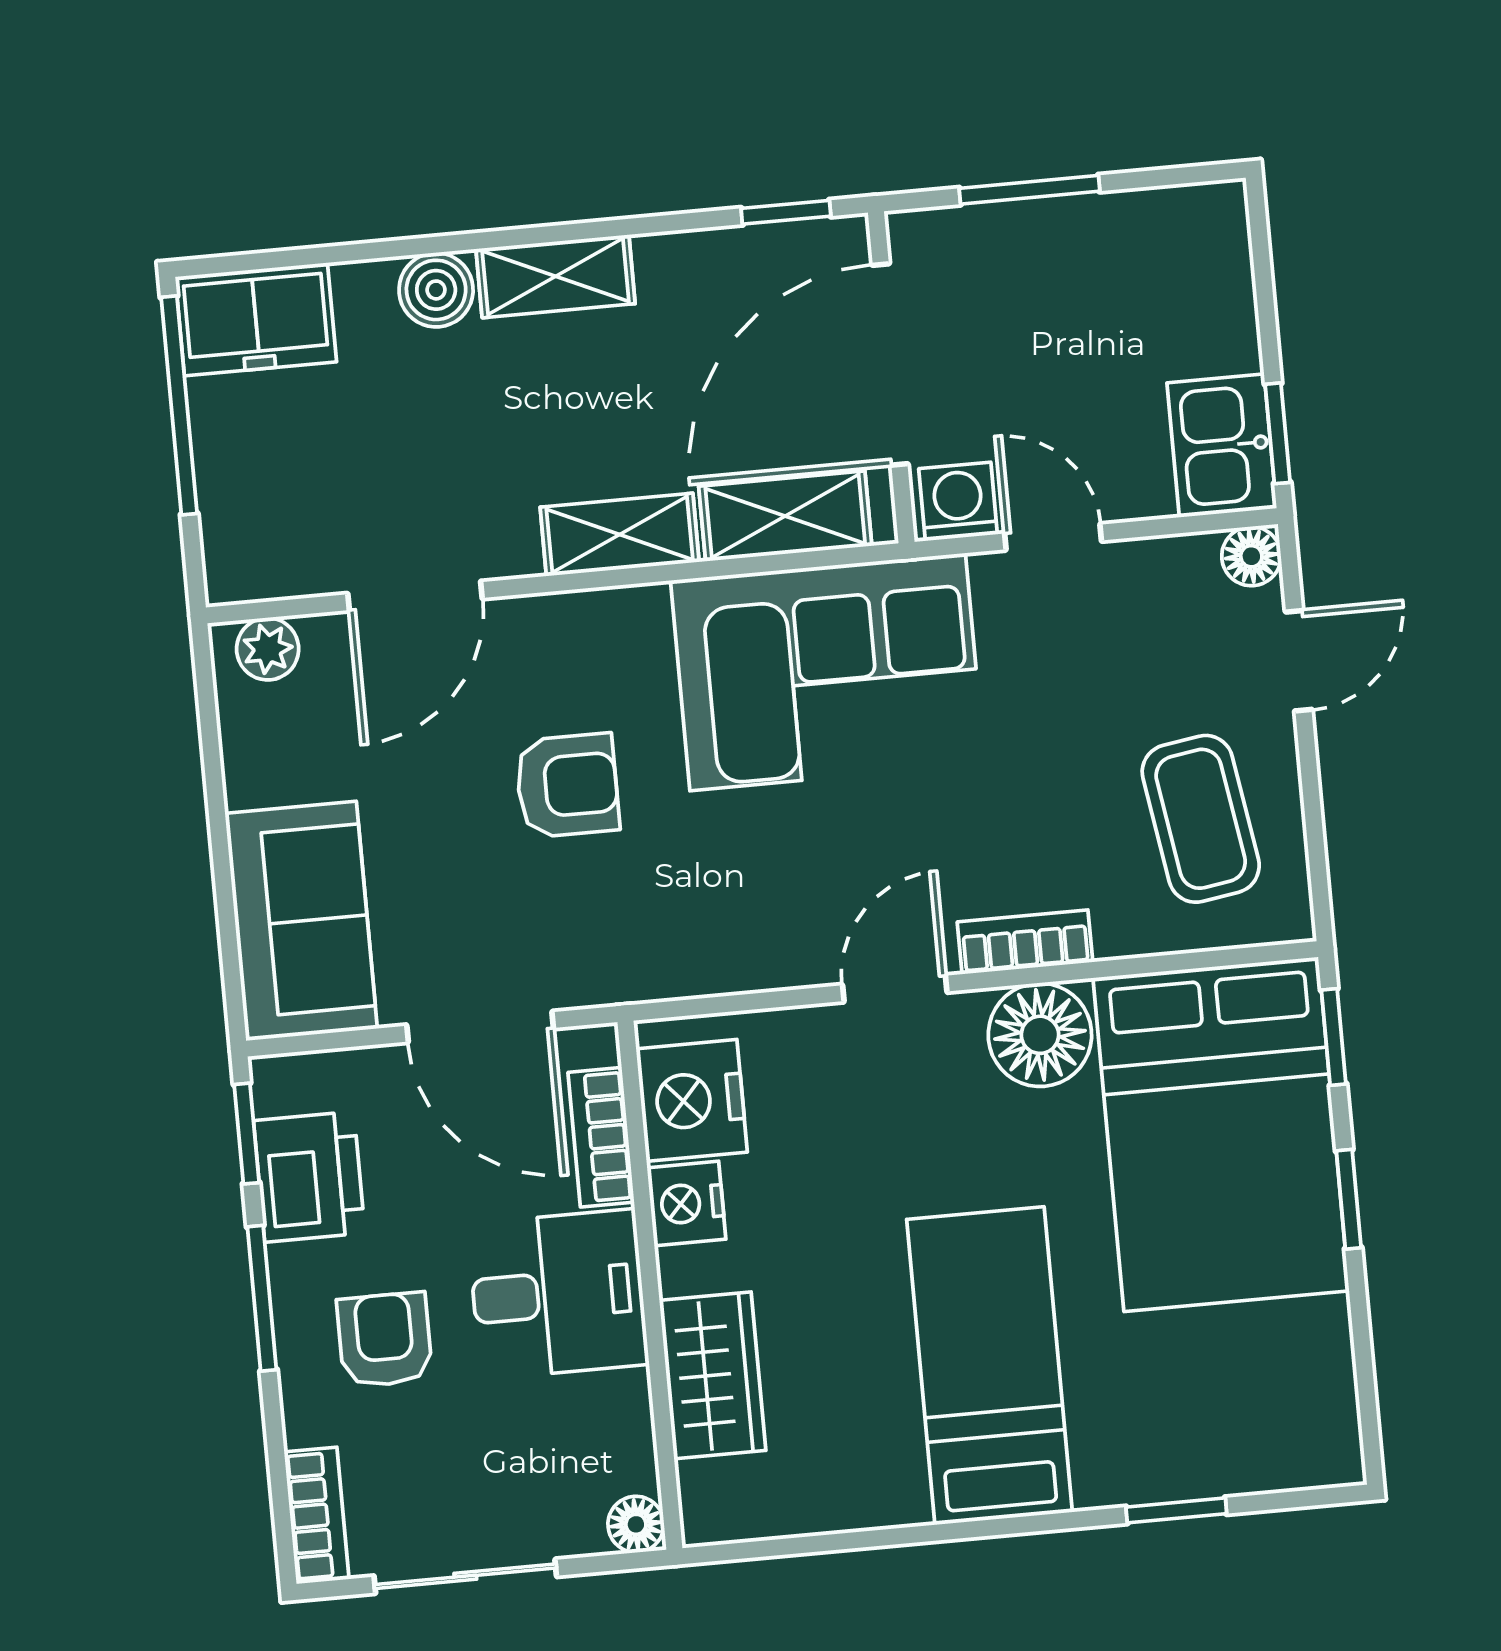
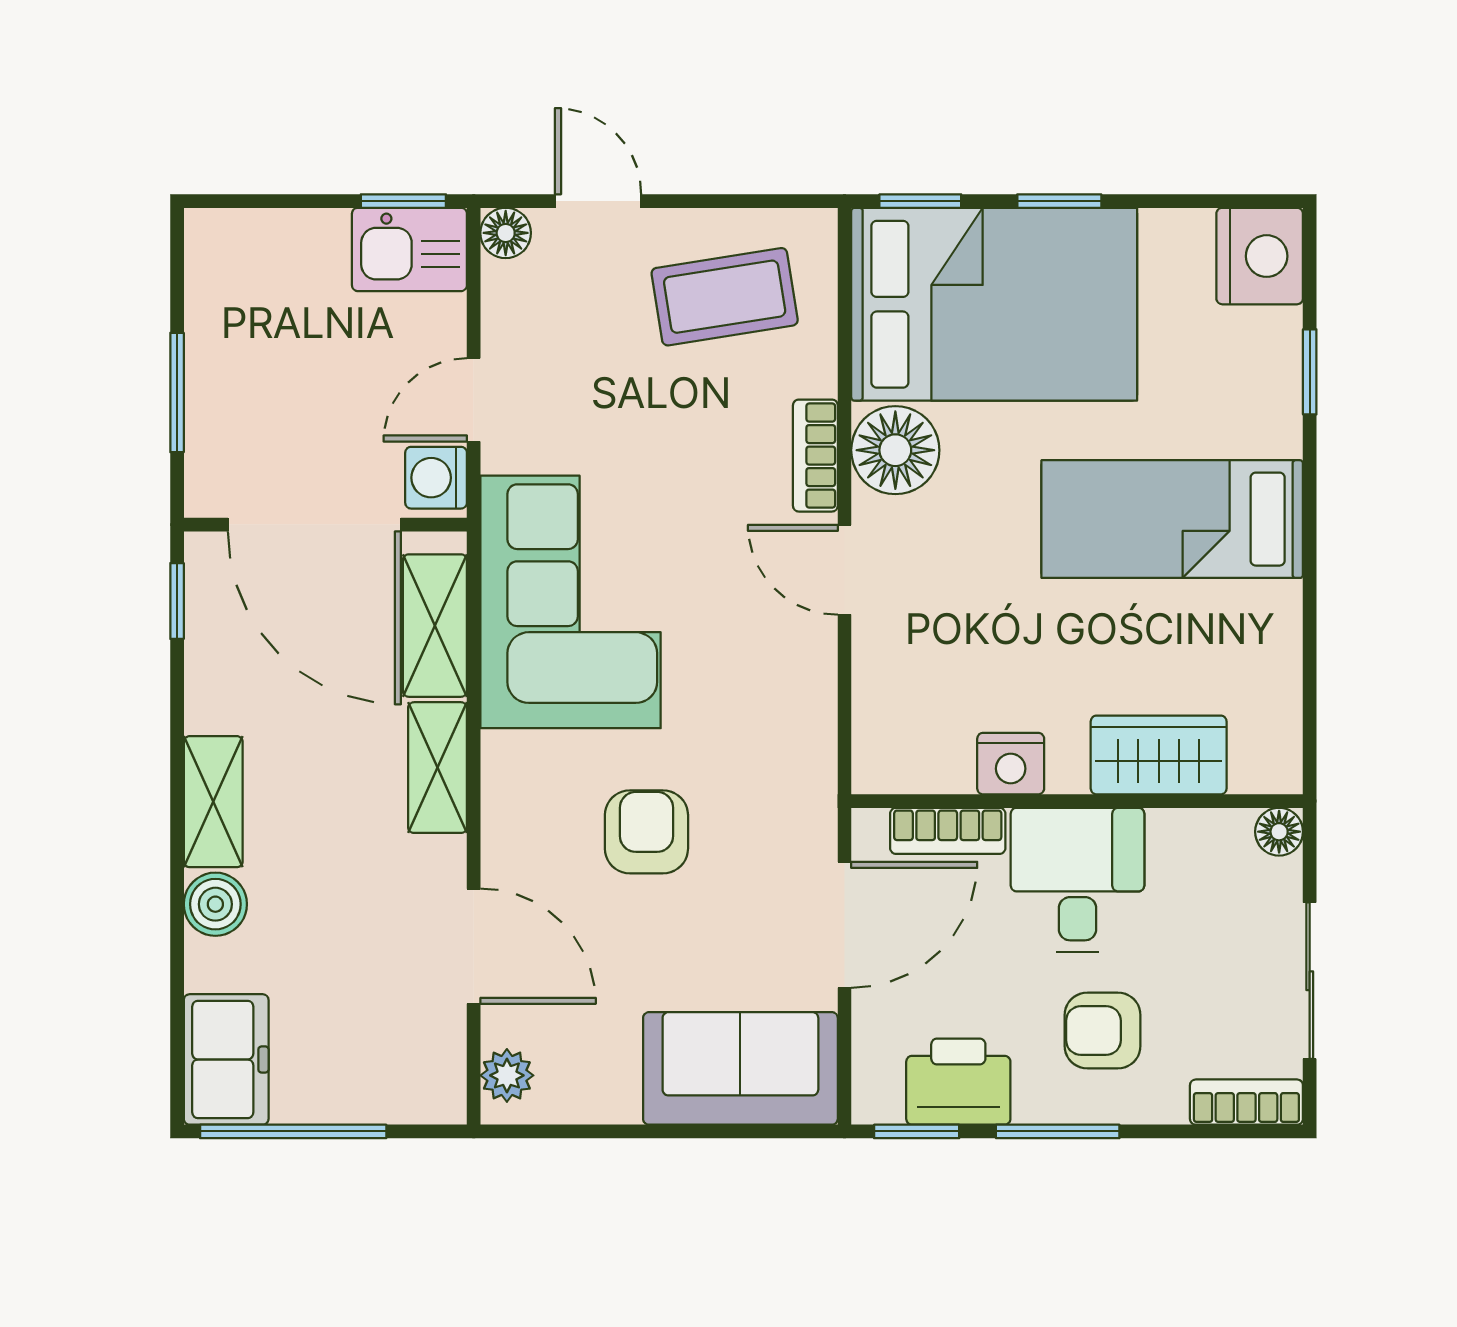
nightstand: (692, 1100) -> (1260, 256), moved, turned -90

